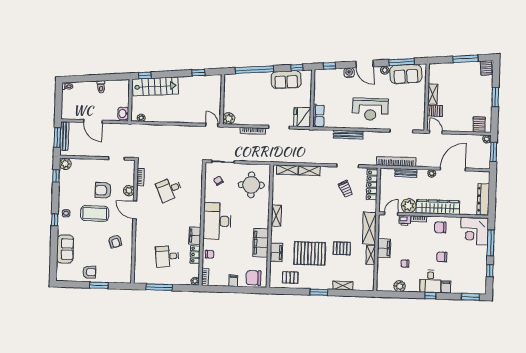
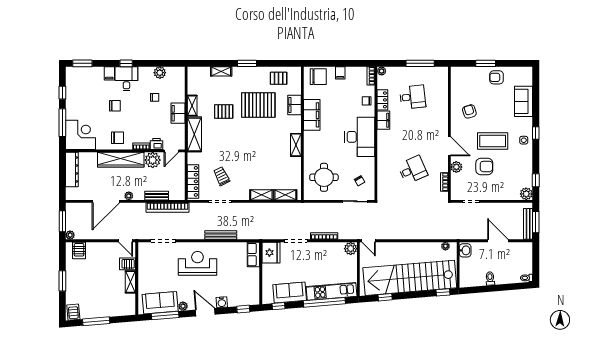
kitchen unit: (248, 80) -> (331, 291), added
stairs: (155, 86) -> (410, 278), width x1.86, depth x1.51

